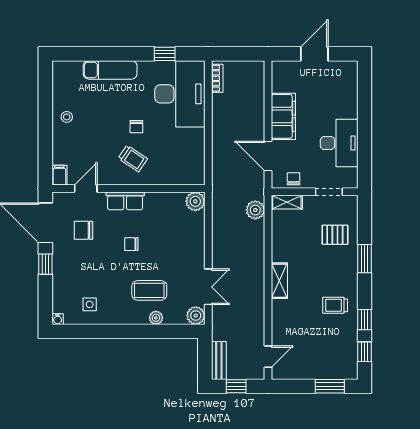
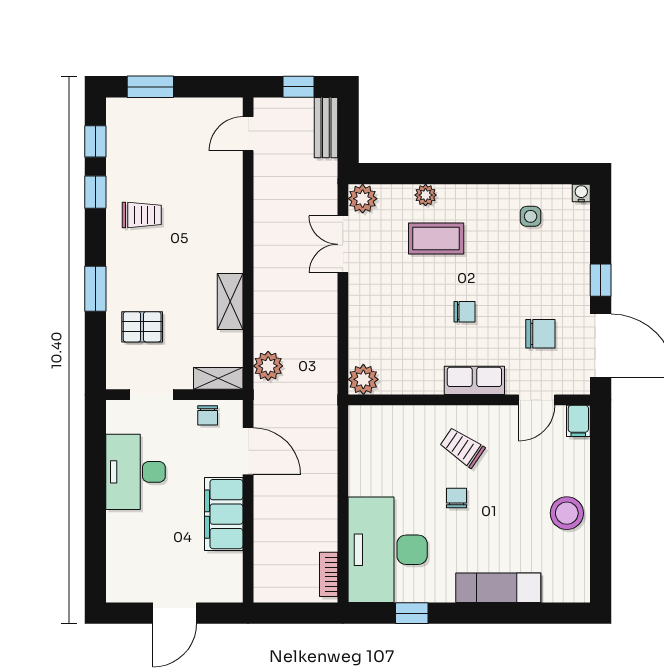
stool: (67, 117) -> (567, 513), width x1.89, depth x1.89
shelving: (279, 281) -> (230, 302), moved

